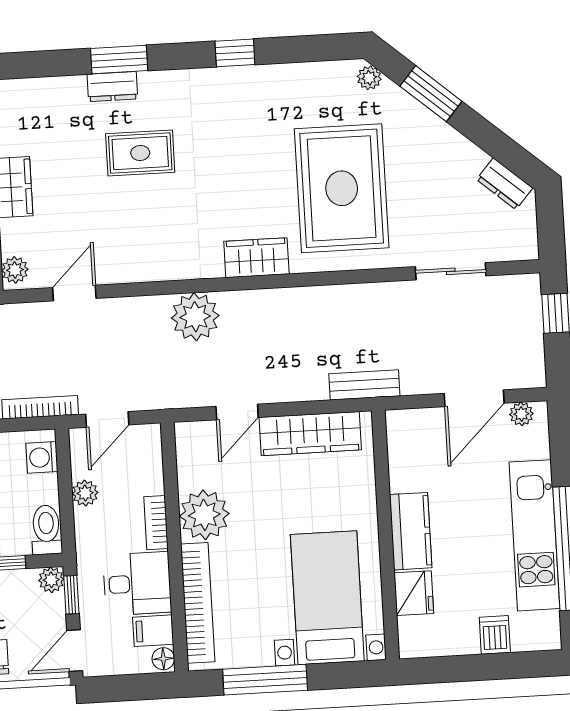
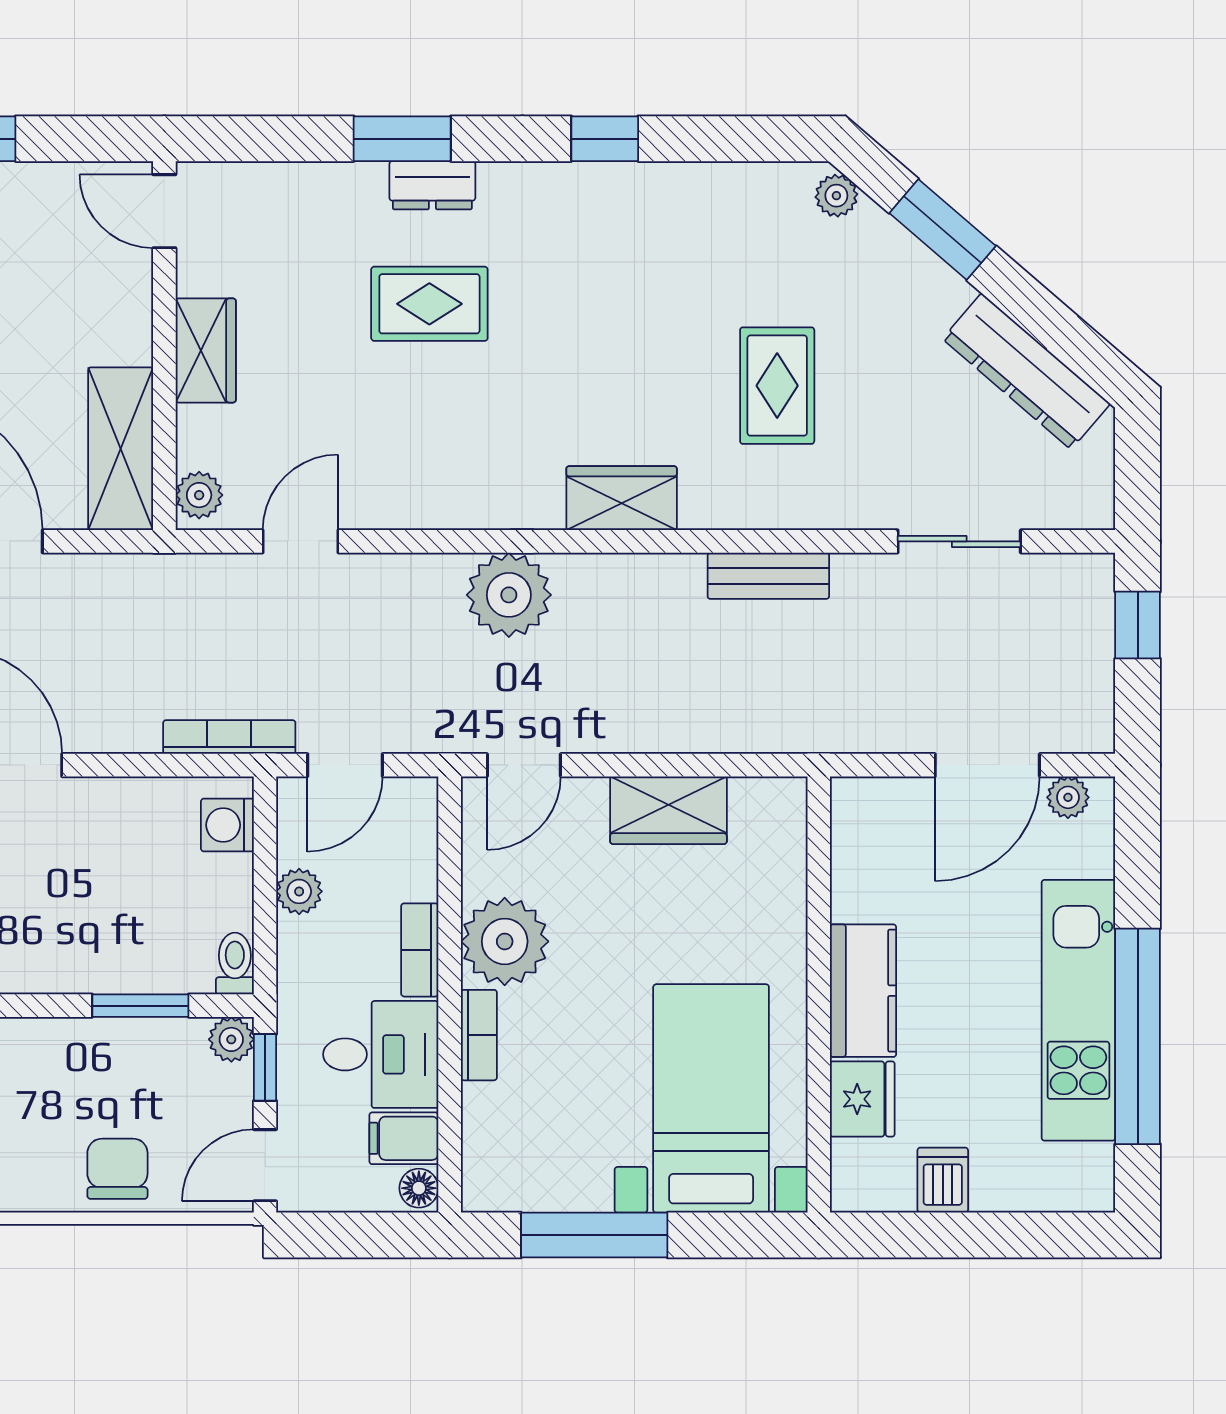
dresser: (112, 87) -> (432, 185), moved
dresser: (505, 184) -> (1026, 371), width x1.96, depth x1.24
rug: (342, 188) -> (777, 386), width x0.54, depth x0.49
bench: (364, 385) -> (768, 576), moved
door: (237, 412) -> (524, 765), moved
wardrobe: (310, 434) -> (668, 810), width x0.67
toilet: (46, 530) -> (235, 964), width x0.73, depth x0.72
bookcase: (198, 603) -> (479, 1035), width x0.43, depth x0.76
dishwasher: (495, 635) -> (943, 1180), moved

